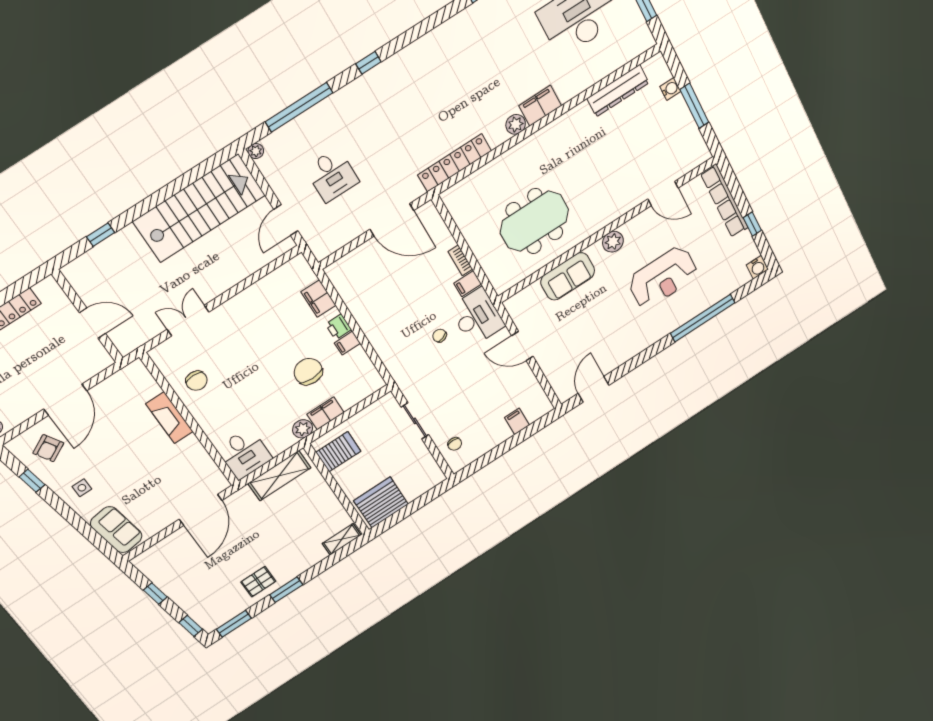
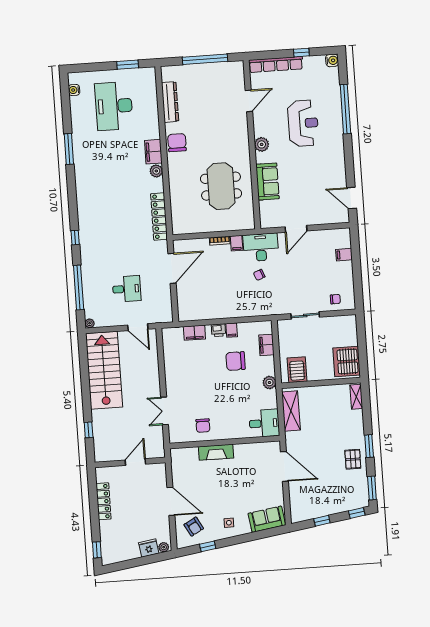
water cooler: (670, 89) -> (187, 70), removed
window: (694, 106) -> (205, 59), width x1.46
chair: (567, 131) -> (177, 143), added
chair: (197, 381) -> (203, 426), turned 90
filing cabinet: (325, 413) -> (266, 345), moved

